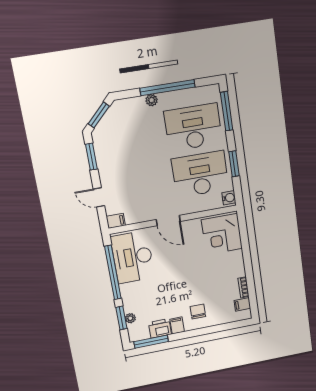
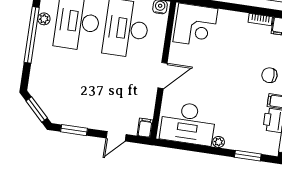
plant: (152, 100) -> (44, 19), moved
window: (113, 272) -> (197, 148), removed
plant: (130, 318) -> (219, 142), moved

